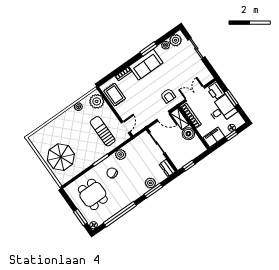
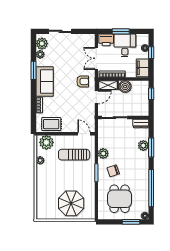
window: (189, 166) -> (151, 94), moved
dining table: (93, 194) -> (120, 199), turned 90

